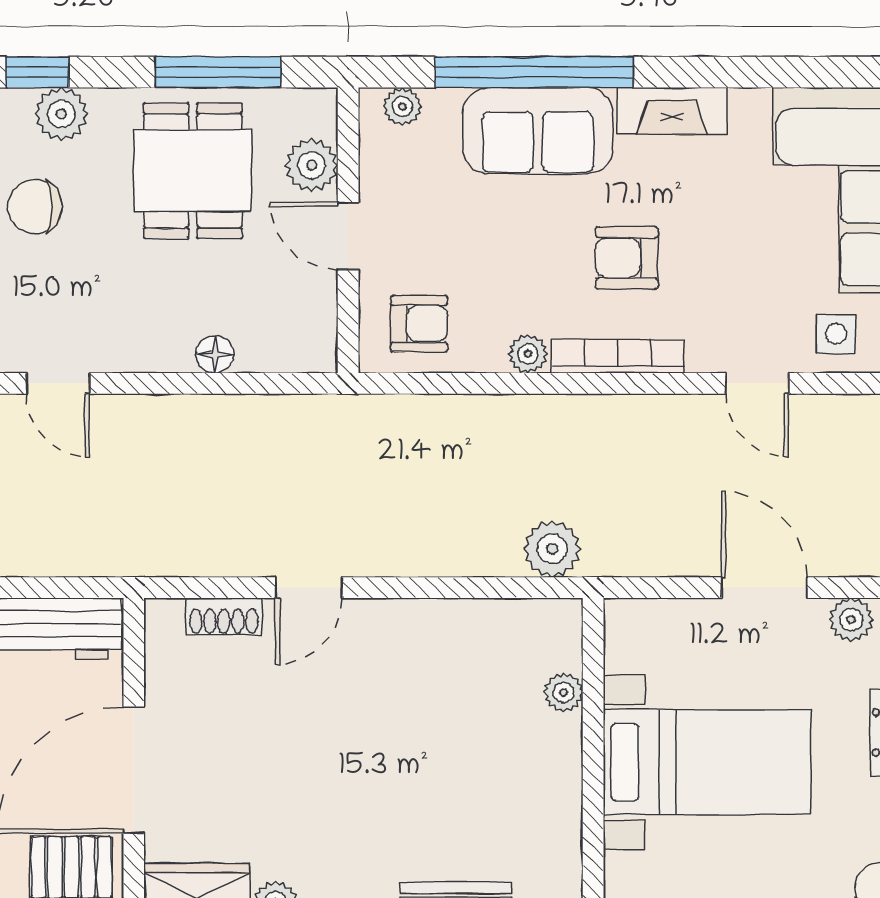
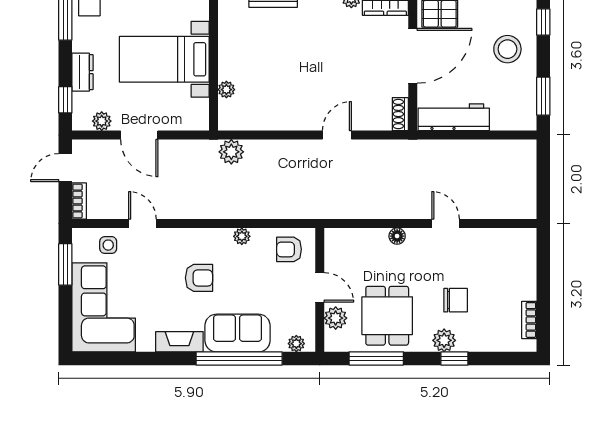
floor lamp: (215, 354) -> (397, 236), moved
bookcase: (618, 356) -> (203, 235), removed
shoe rack: (224, 616) -> (400, 114), moved, turned -90

